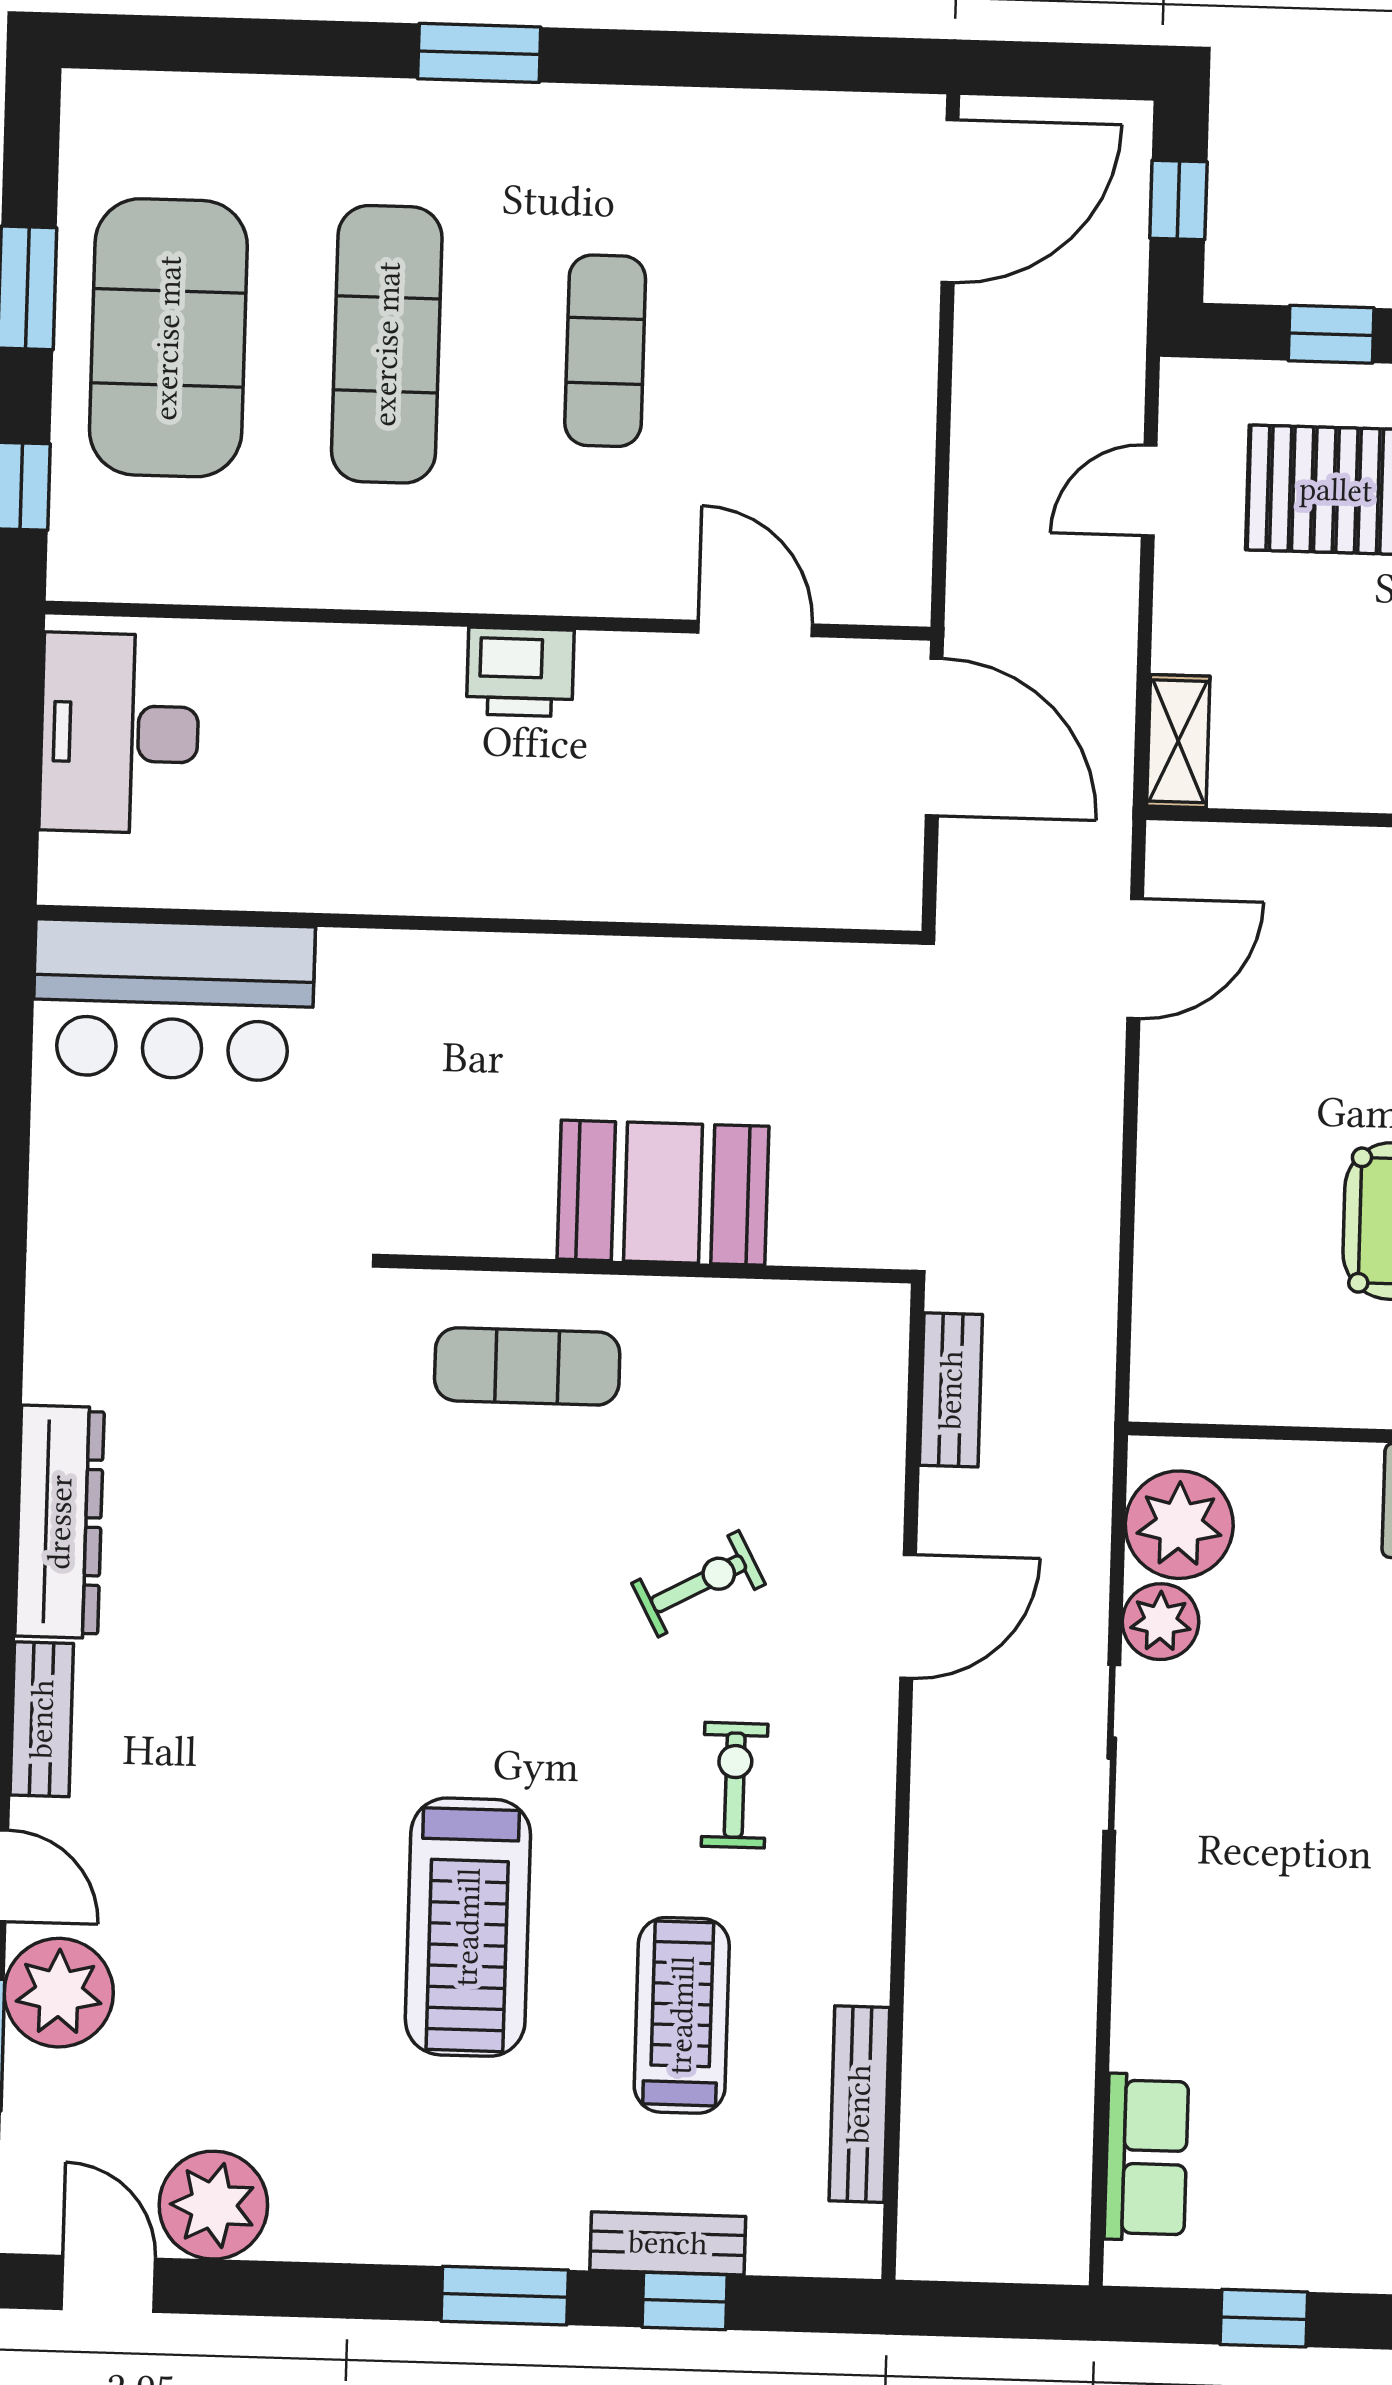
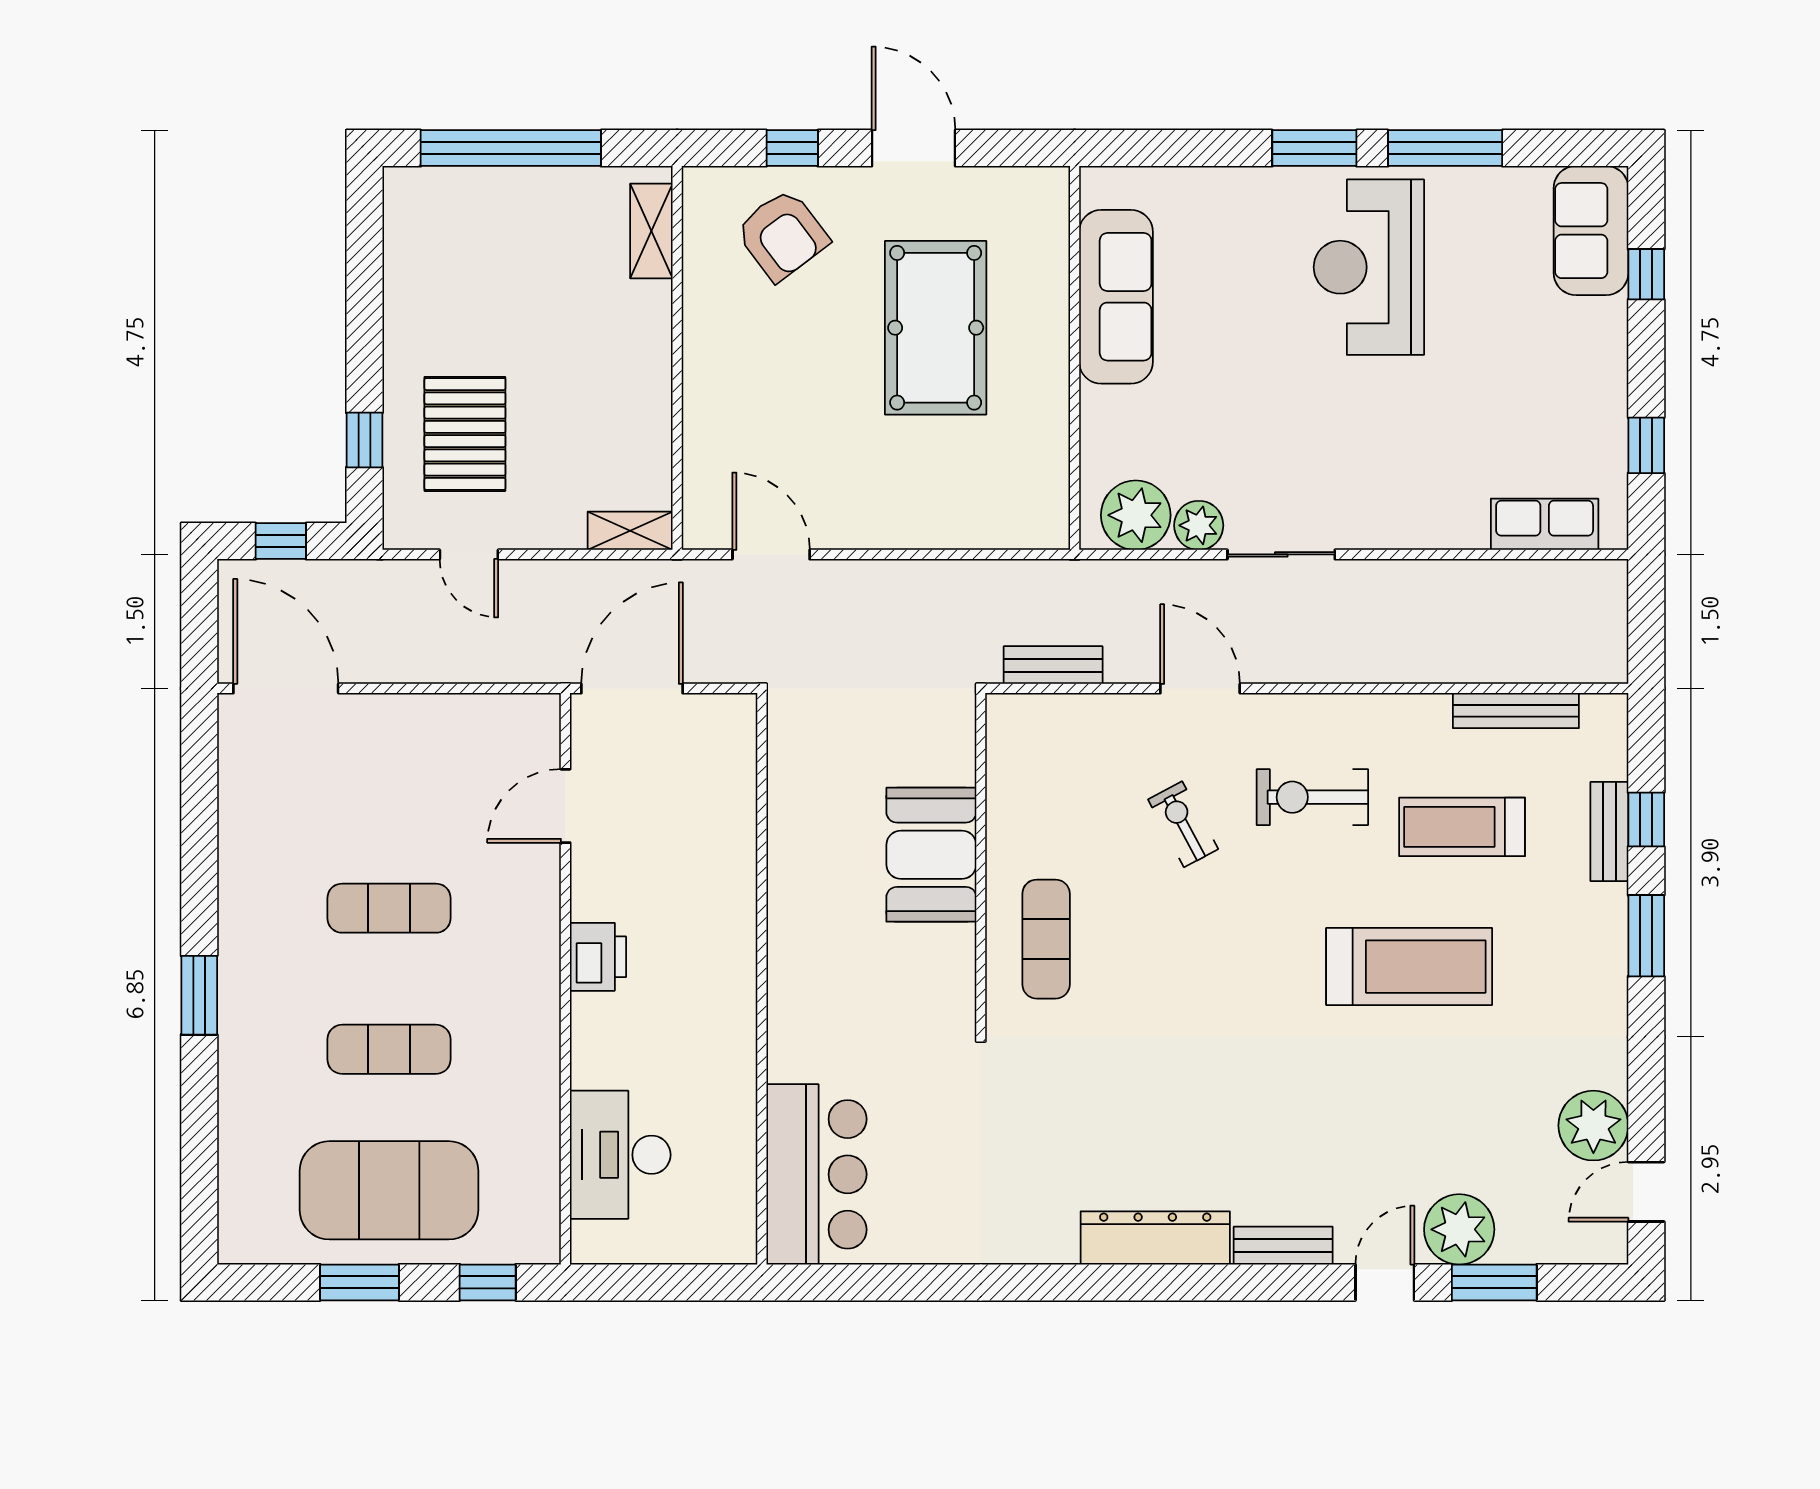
exercise mat: (387, 344) -> (389, 1049), width x0.73, depth x0.69
desk: (120, 733) -> (620, 1155), moved, turned 90
exercise bike: (735, 1785) -> (1312, 797), width x1.38, depth x1.39

